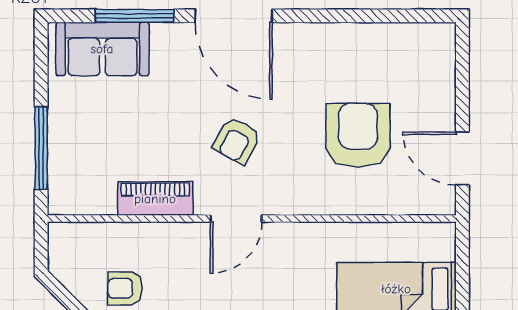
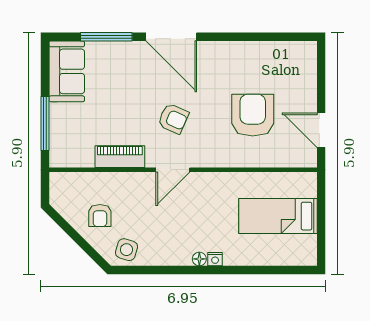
sofa: (102, 49) -> (67, 71), moved, turned -90
armchair: (237, 141) -> (173, 119), turned -95
armchair: (125, 288) -> (100, 216), turned -90

